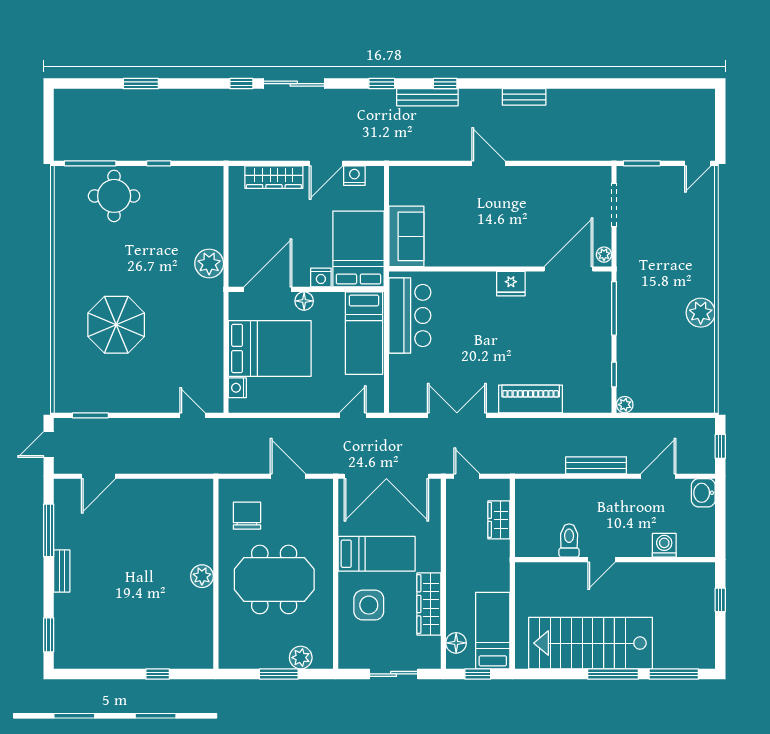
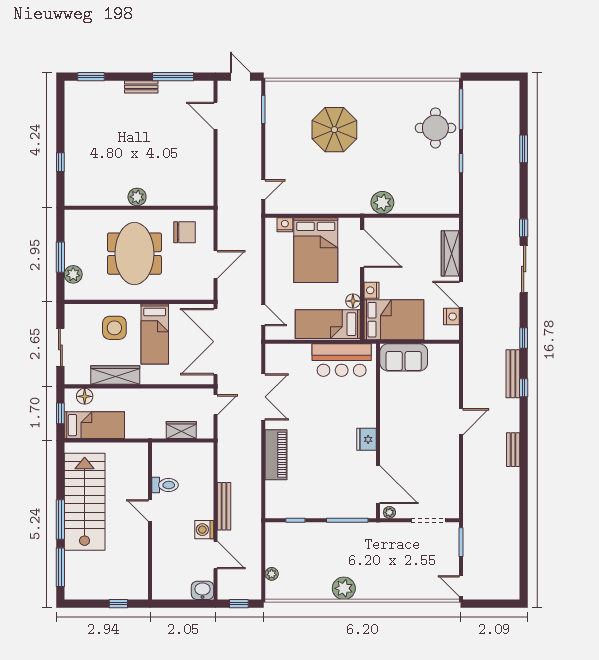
floor lamp: (304, 301) -> (353, 301), moved
plant: (625, 405) -> (272, 574), moved
washing machine: (664, 545) -> (204, 530), moved, turned 180

